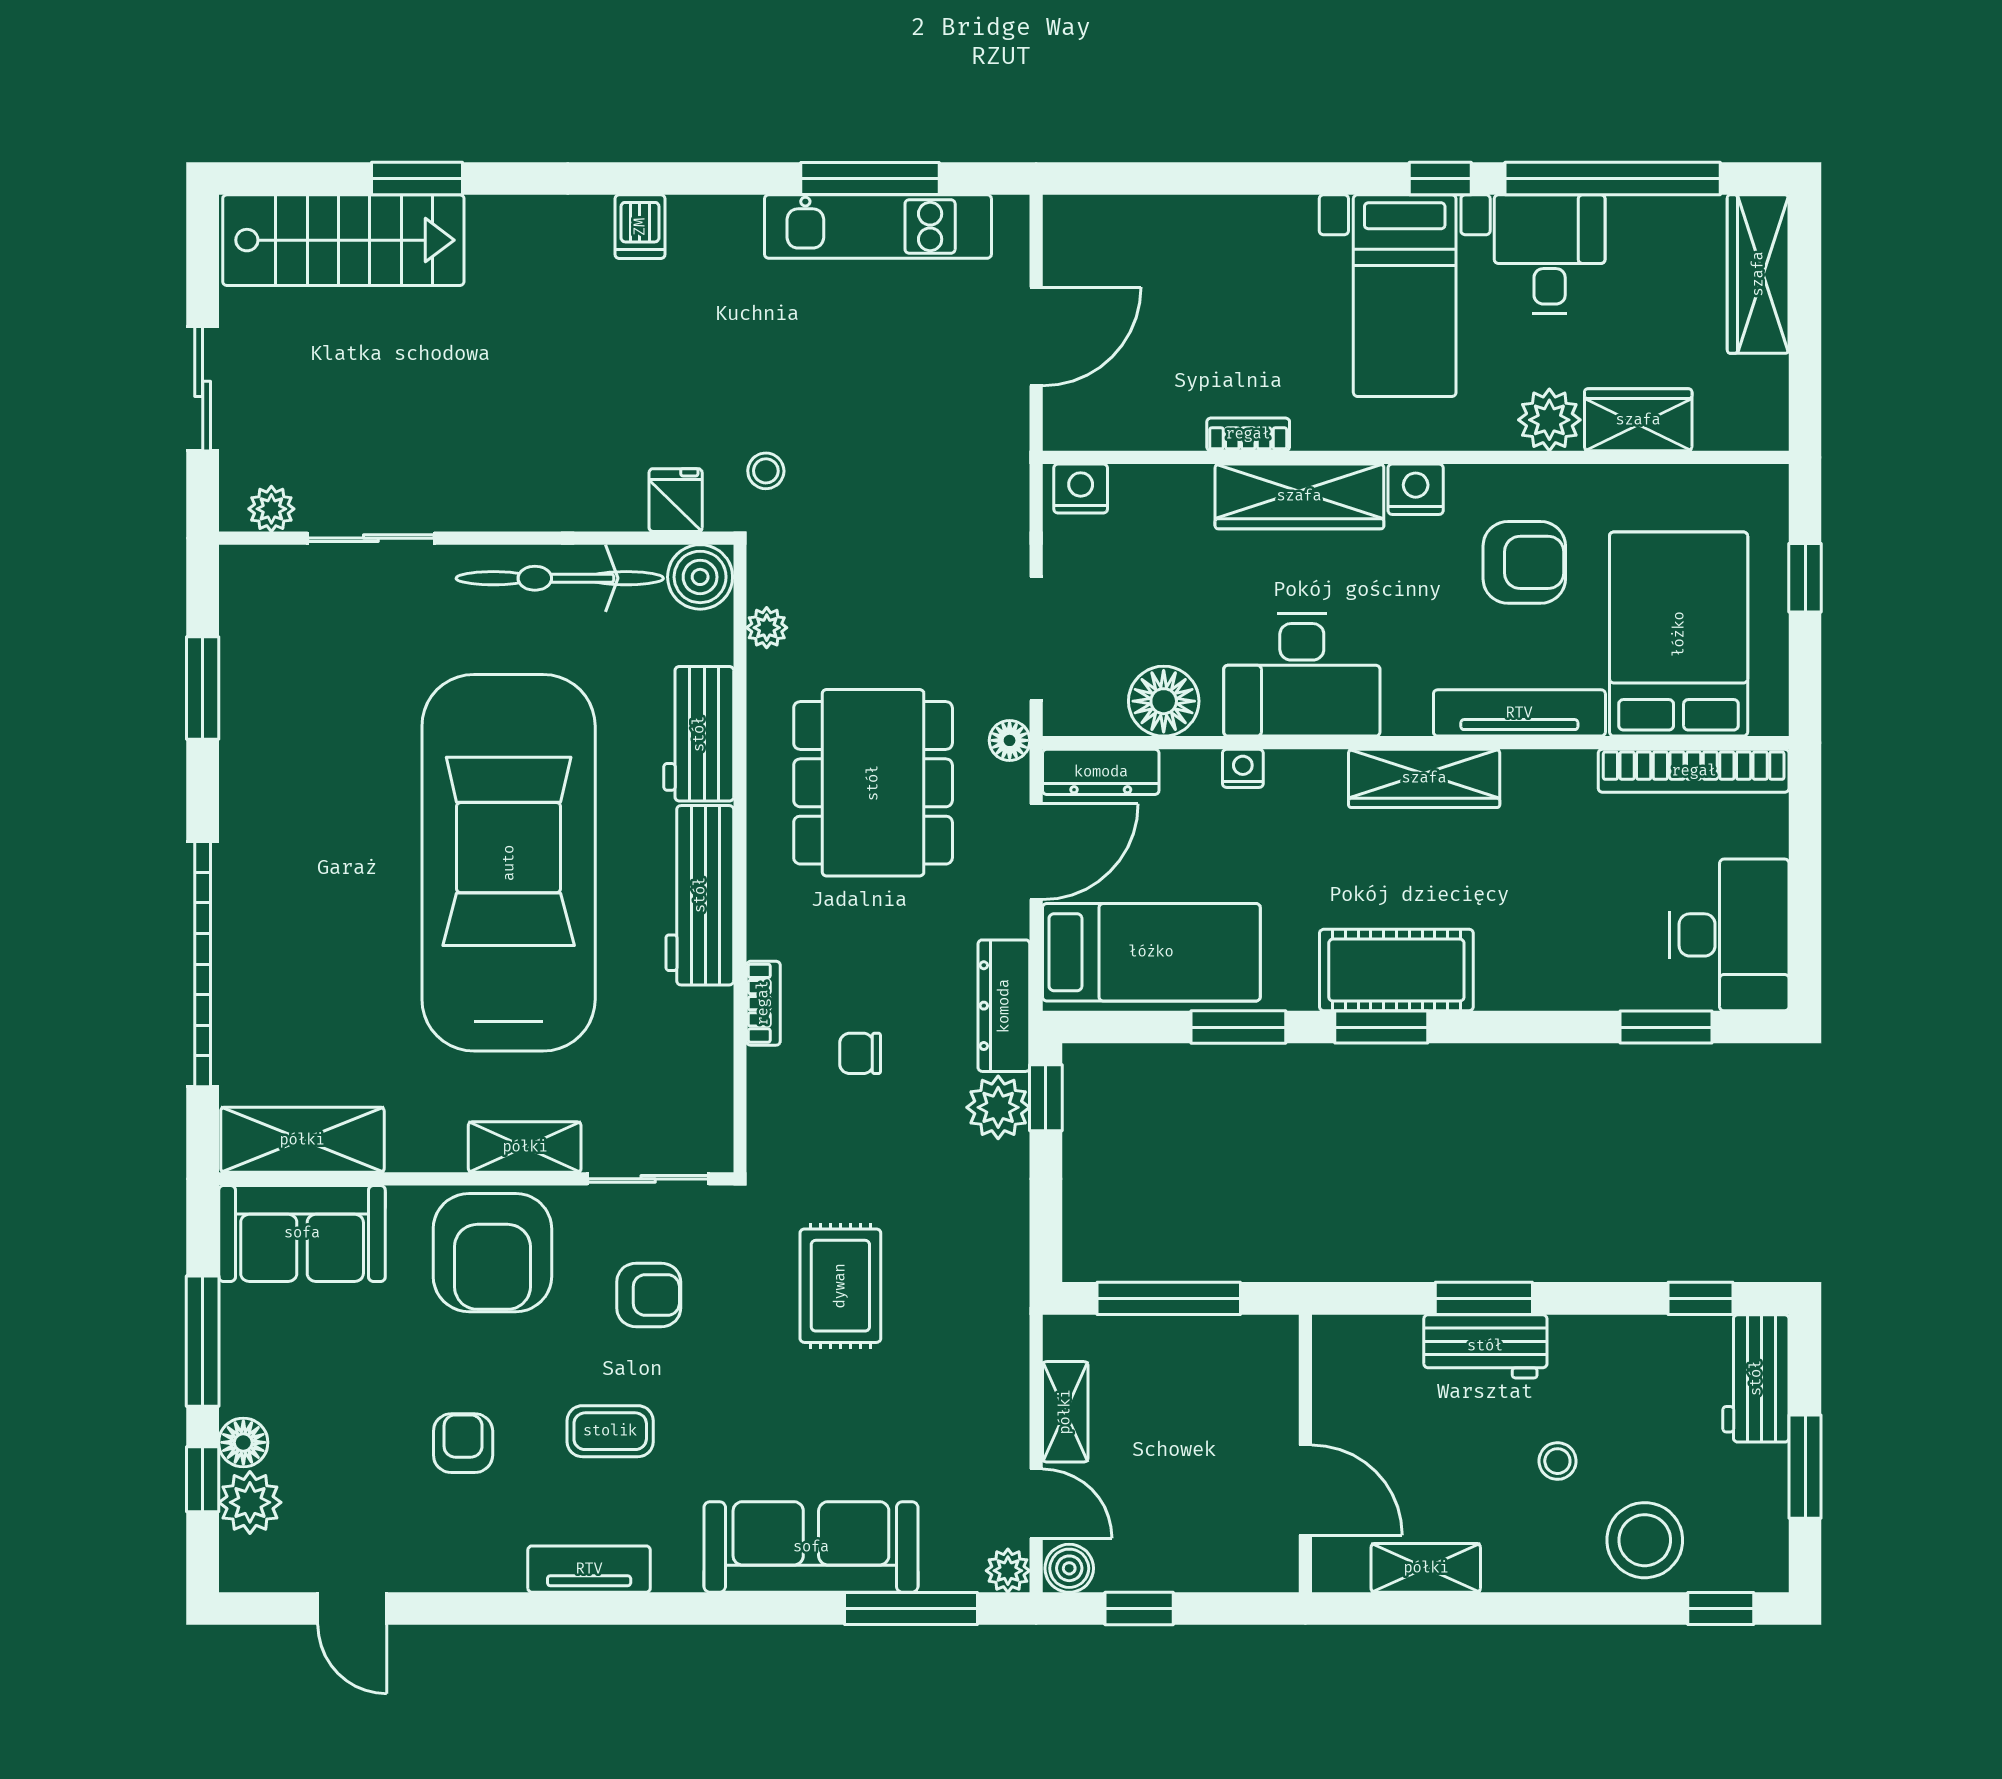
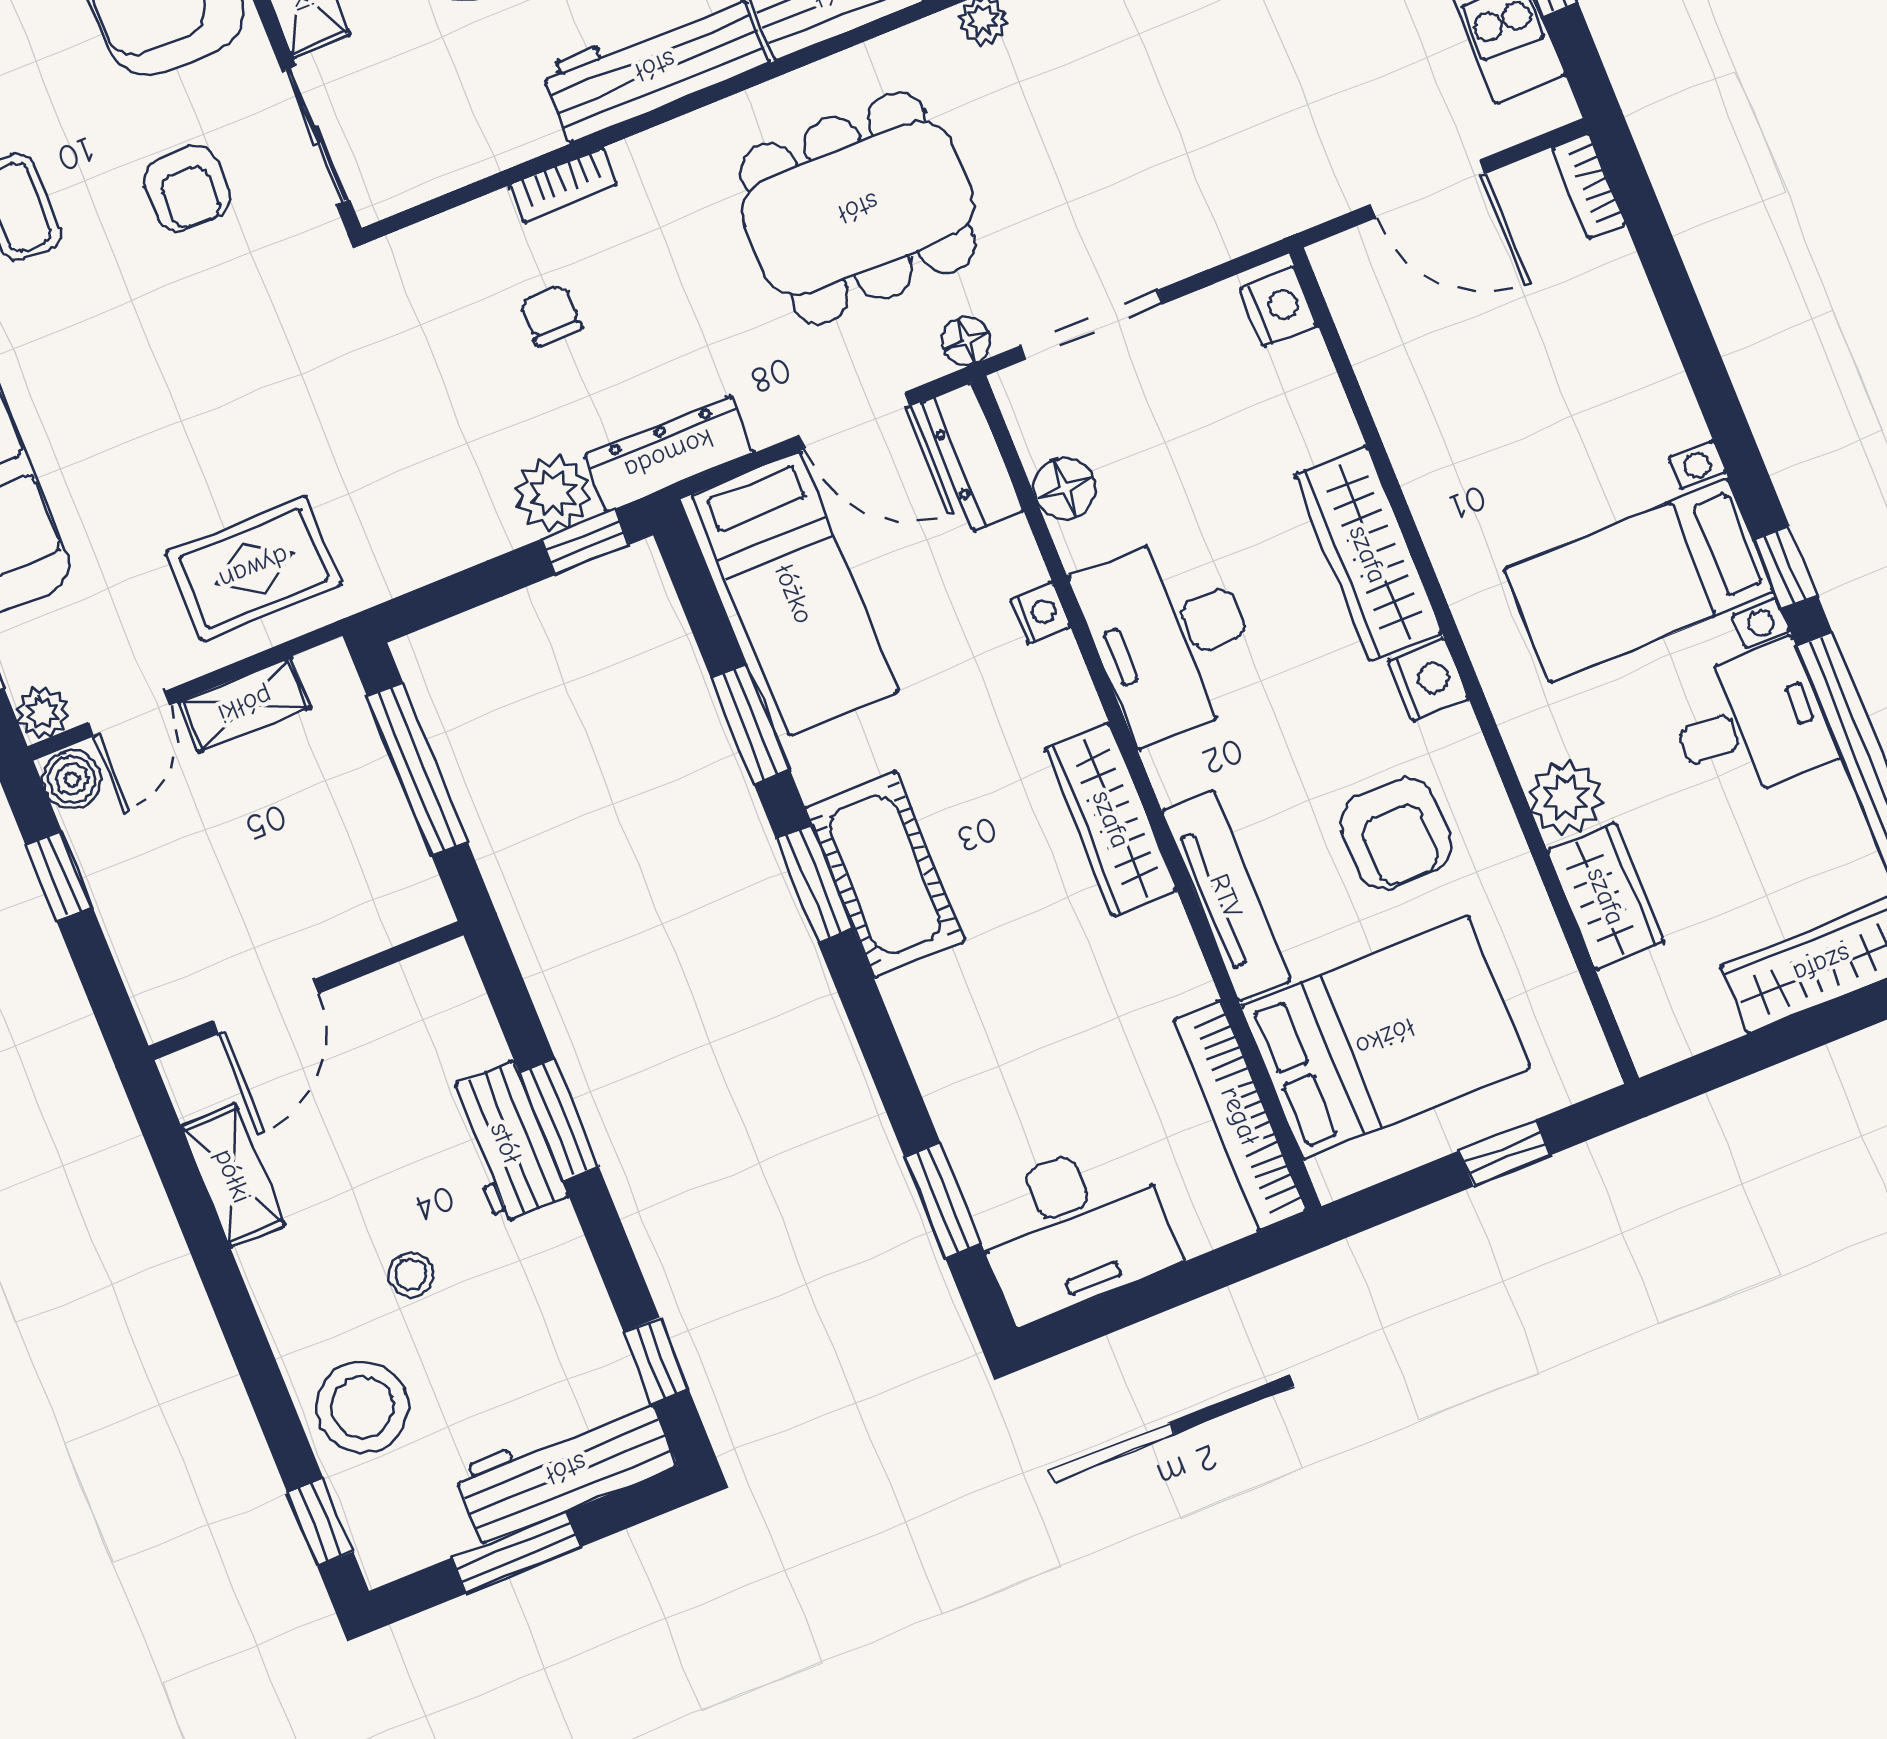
bookcase: (1248, 434) -> (1589, 186), moved, turned 180
floor lamp: (1164, 701) -> (1064, 488), width x0.73, depth x0.73
rug: (840, 1286) -> (254, 568), moved
workbench: (1756, 1378) -> (566, 1469), width x1.38

